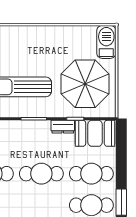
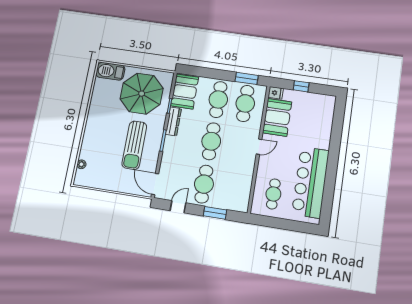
dresser: (63, 127) -> (173, 121), width x1.44

